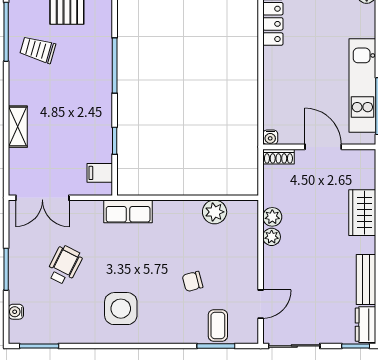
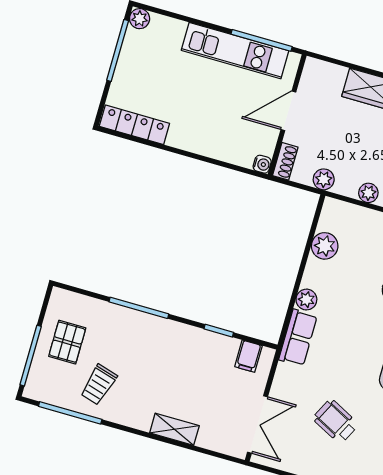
plant: (163, 209) -> (306, 300), added
plant: (272, 217) -> (324, 179), moved

